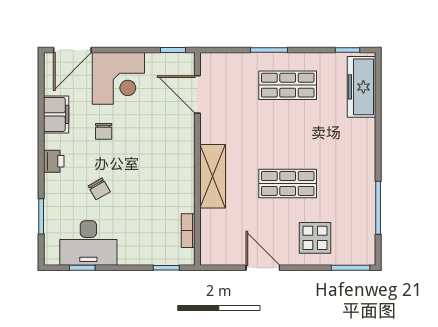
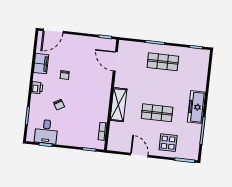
corner desk: (118, 78) -> (75, 49), removed
freezer: (361, 87) -> (196, 107), moved
desk: (88, 243) -> (46, 132), width x0.73

